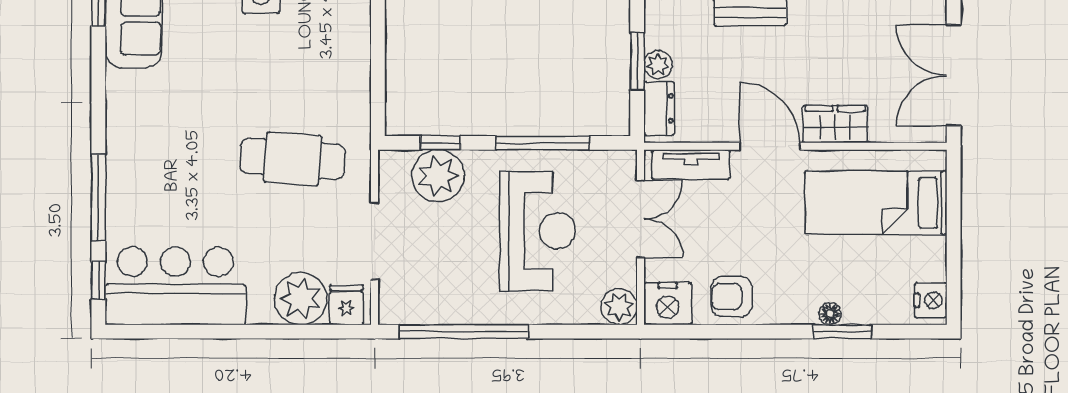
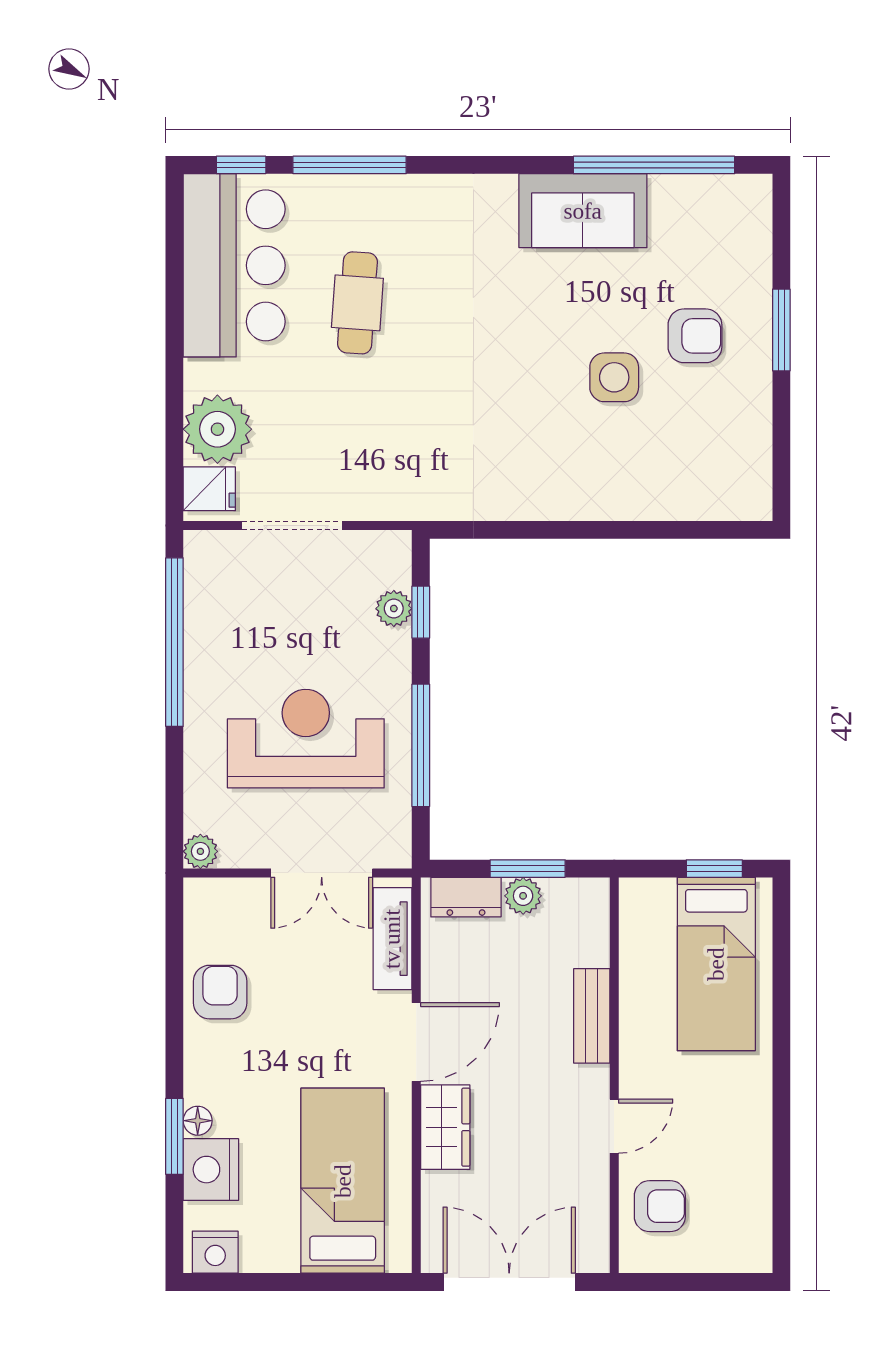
cafe table: (293, 159) -> (357, 303), moved, width x0.73, depth x0.74
plant: (438, 176) -> (394, 609), width x0.53, depth x0.53
reception desk: (538, 231) -> (306, 739), turned 180
nightstand: (668, 304) -> (211, 1170), moved
plant: (619, 307) -> (200, 851), width x0.73, depth x0.73

